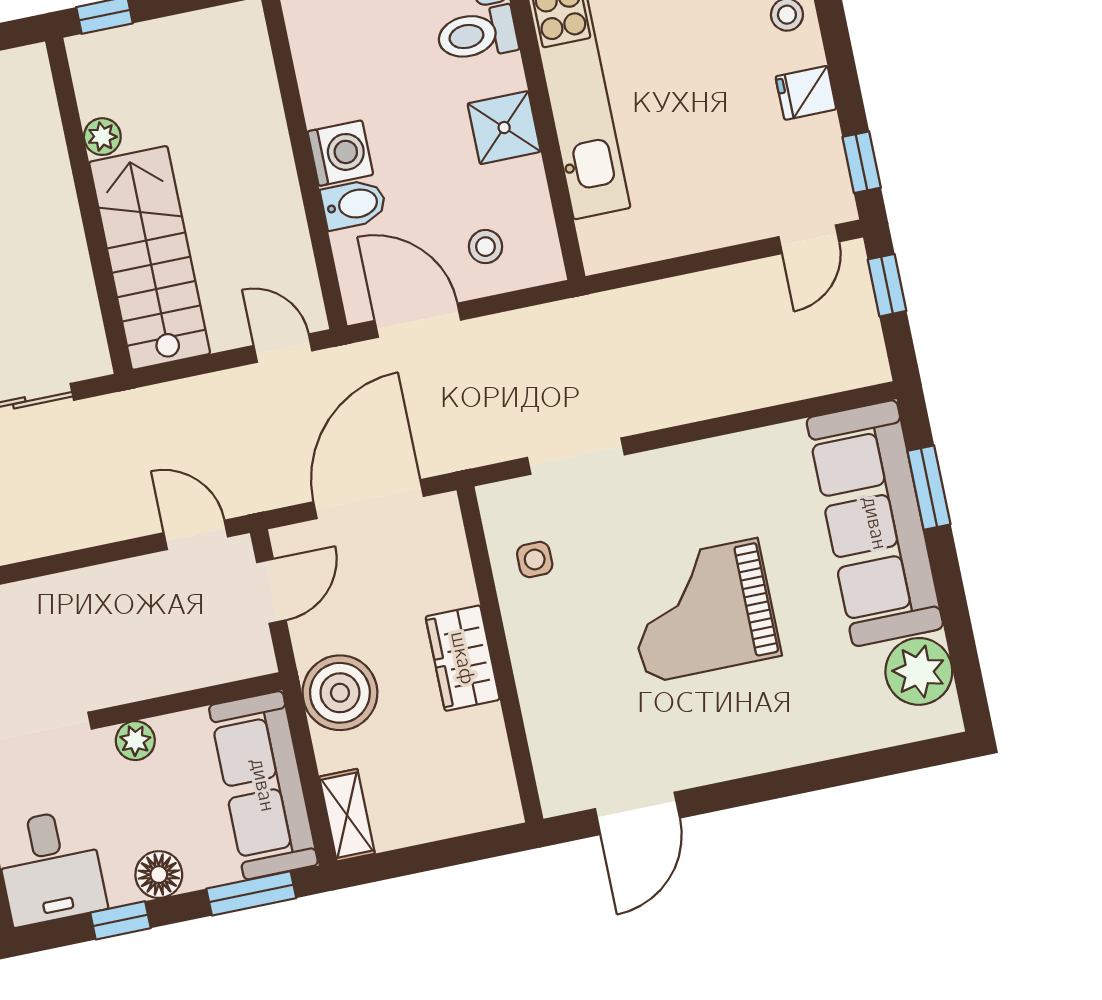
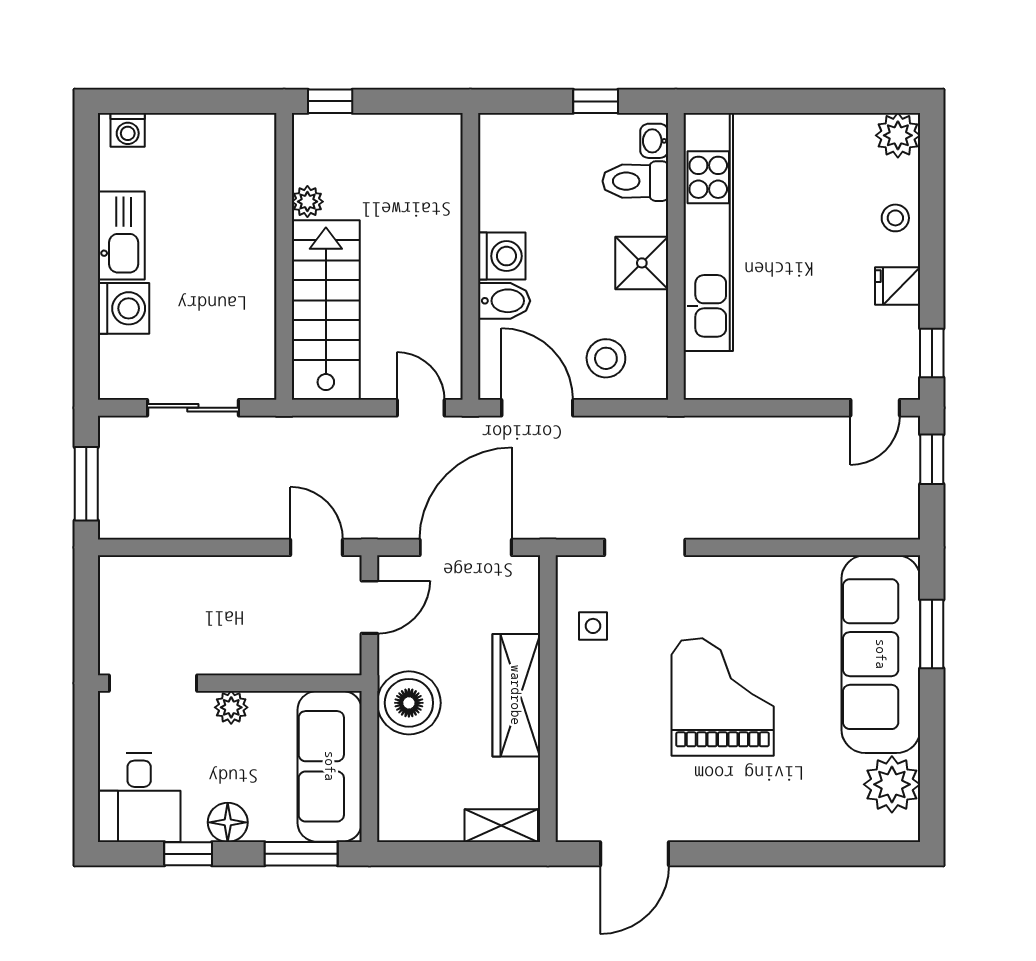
stool: (486, 247) -> (606, 358), width x1.37, depth x1.37
grand piano: (702, 611) -> (723, 697), turned 90
wardrobe: (463, 658) -> (516, 695), width x1.50
shelving: (347, 815) -> (501, 826), moved, turned 90

